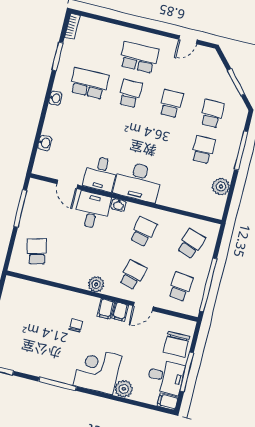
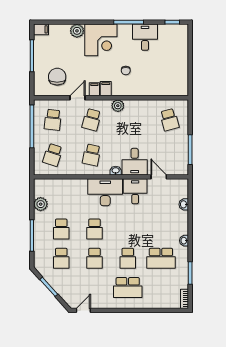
door: (188, 40) -> (83, 310), moved
school desk: (162, 140) -> (94, 229), added
chair: (177, 344) -> (57, 77), moved
desk: (166, 377) -> (145, 37), moved, turned 90

